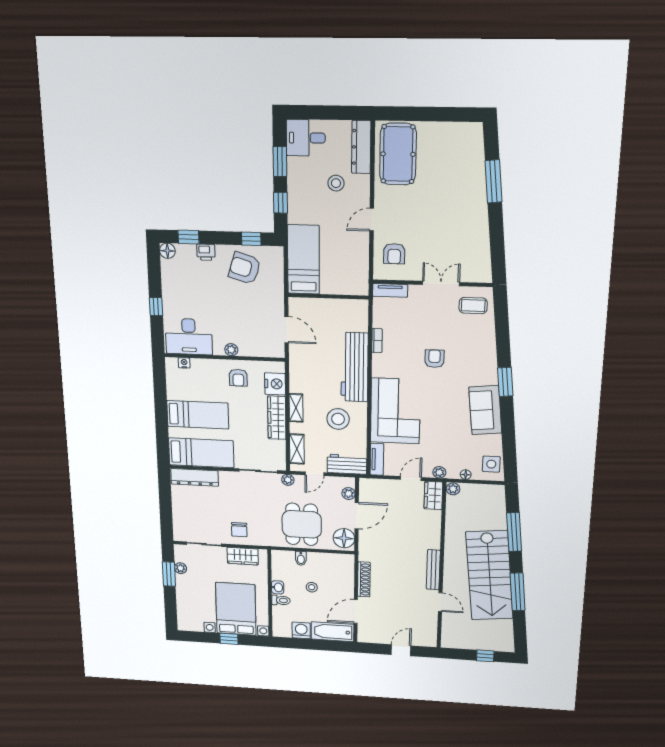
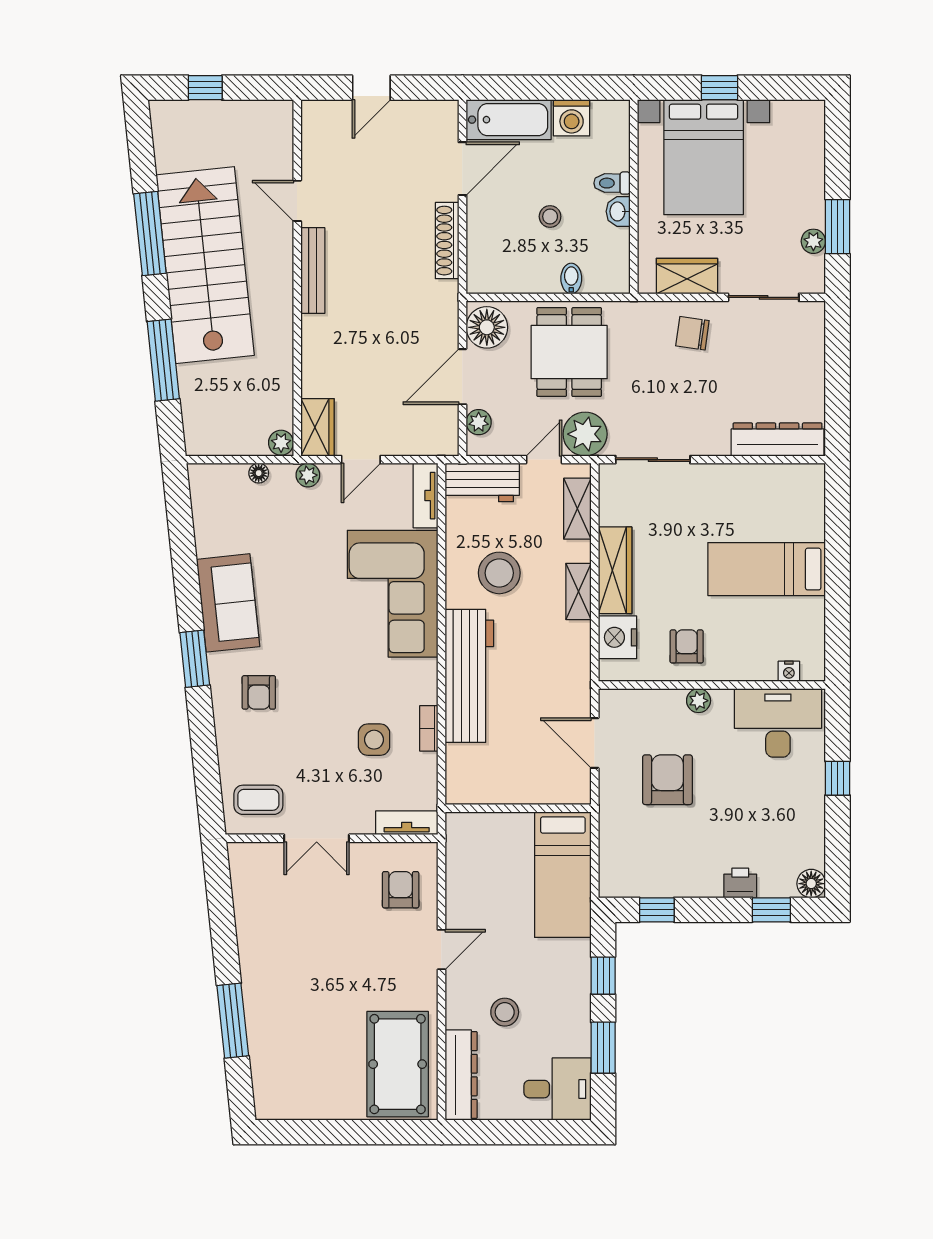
armchair: (245, 268) -> (667, 780), moved, turned -107
armchair: (434, 359) -> (259, 692), moved
bed: (201, 453) -> (763, 492), removed
side table: (491, 464) -> (374, 740), moved
plant: (288, 480) -> (585, 434), width x1.88, depth x1.88
chair: (239, 530) -> (692, 333), turned -82

